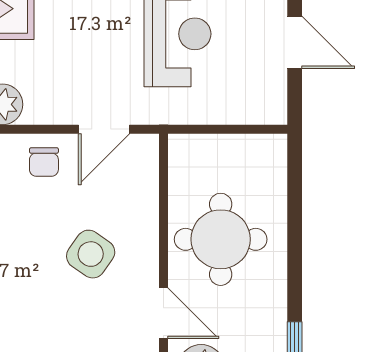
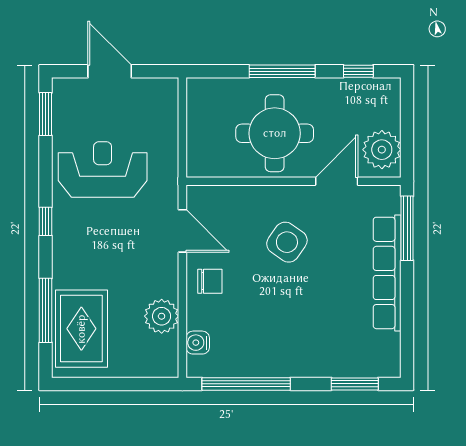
door: (295, 42) -> (110, 71), hinge flipped
window: (295, 248) -> (282, 71), added

